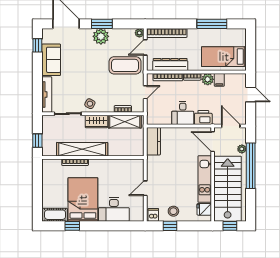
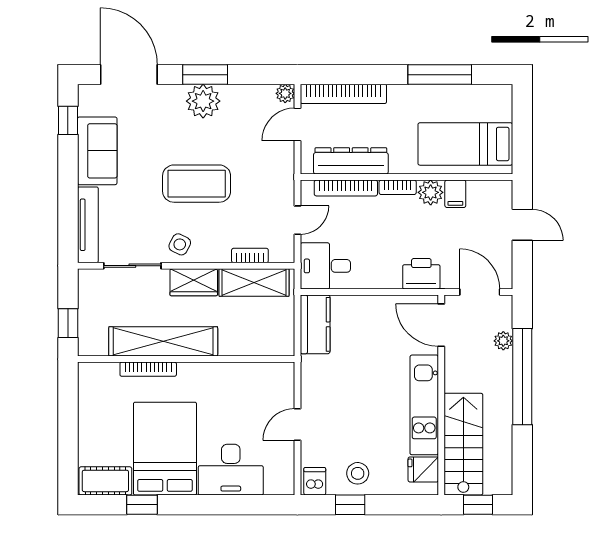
coffee table: (125, 65) -> (197, 184), moved
desk: (183, 113) -> (325, 266), moved, turned 90
stairs: (228, 189) -> (463, 444), width x0.73, depth x0.66

